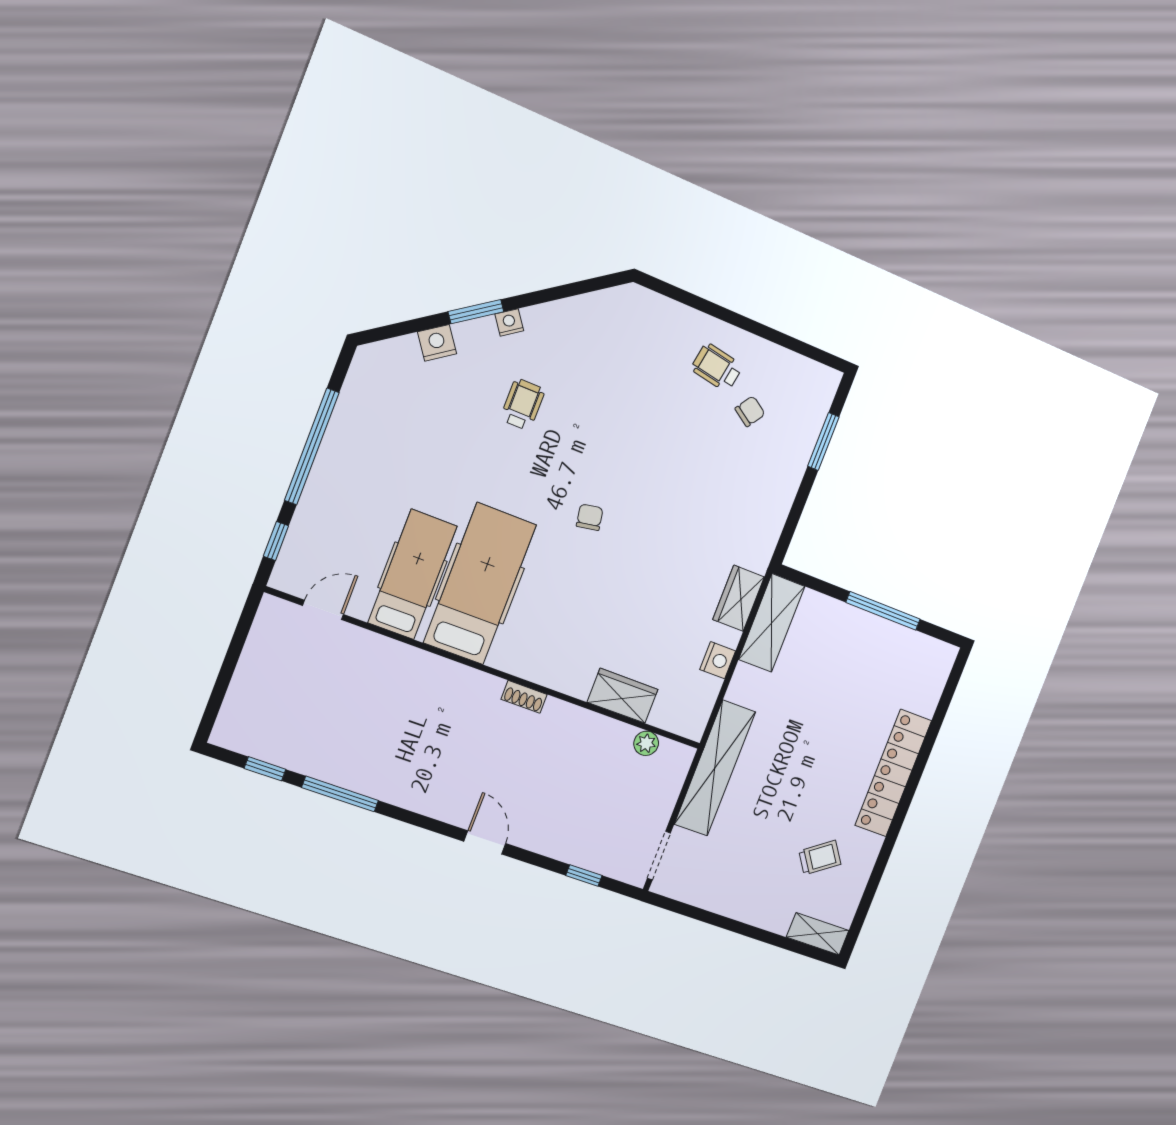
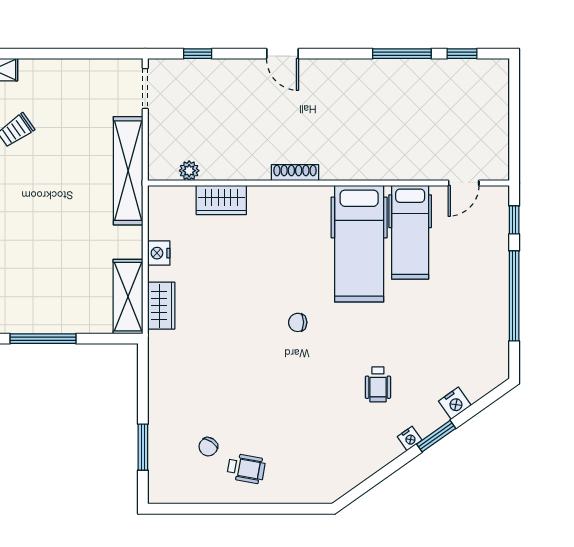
chair: (590, 517) -> (298, 322), turned 100
shoe rack: (524, 697) -> (295, 173), width x1.43

